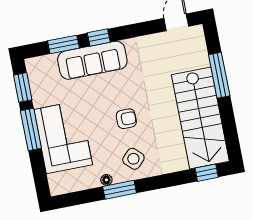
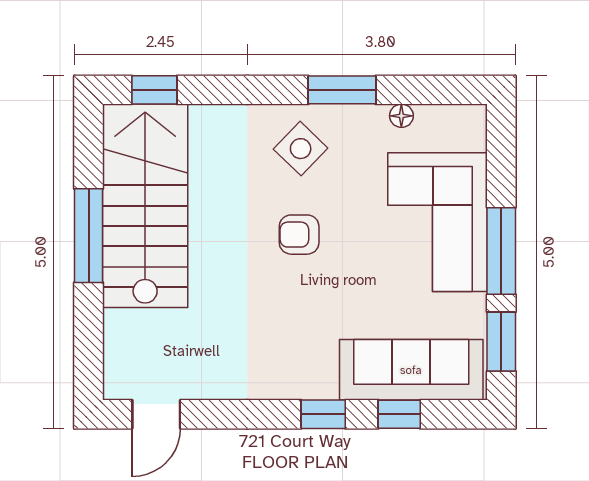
window: (63, 44) -> (399, 414), width x0.67
sofa: (92, 60) -> (411, 370), moved
window: (219, 75) -> (89, 236), moved
floor lamp: (106, 180) -> (401, 116), moved

